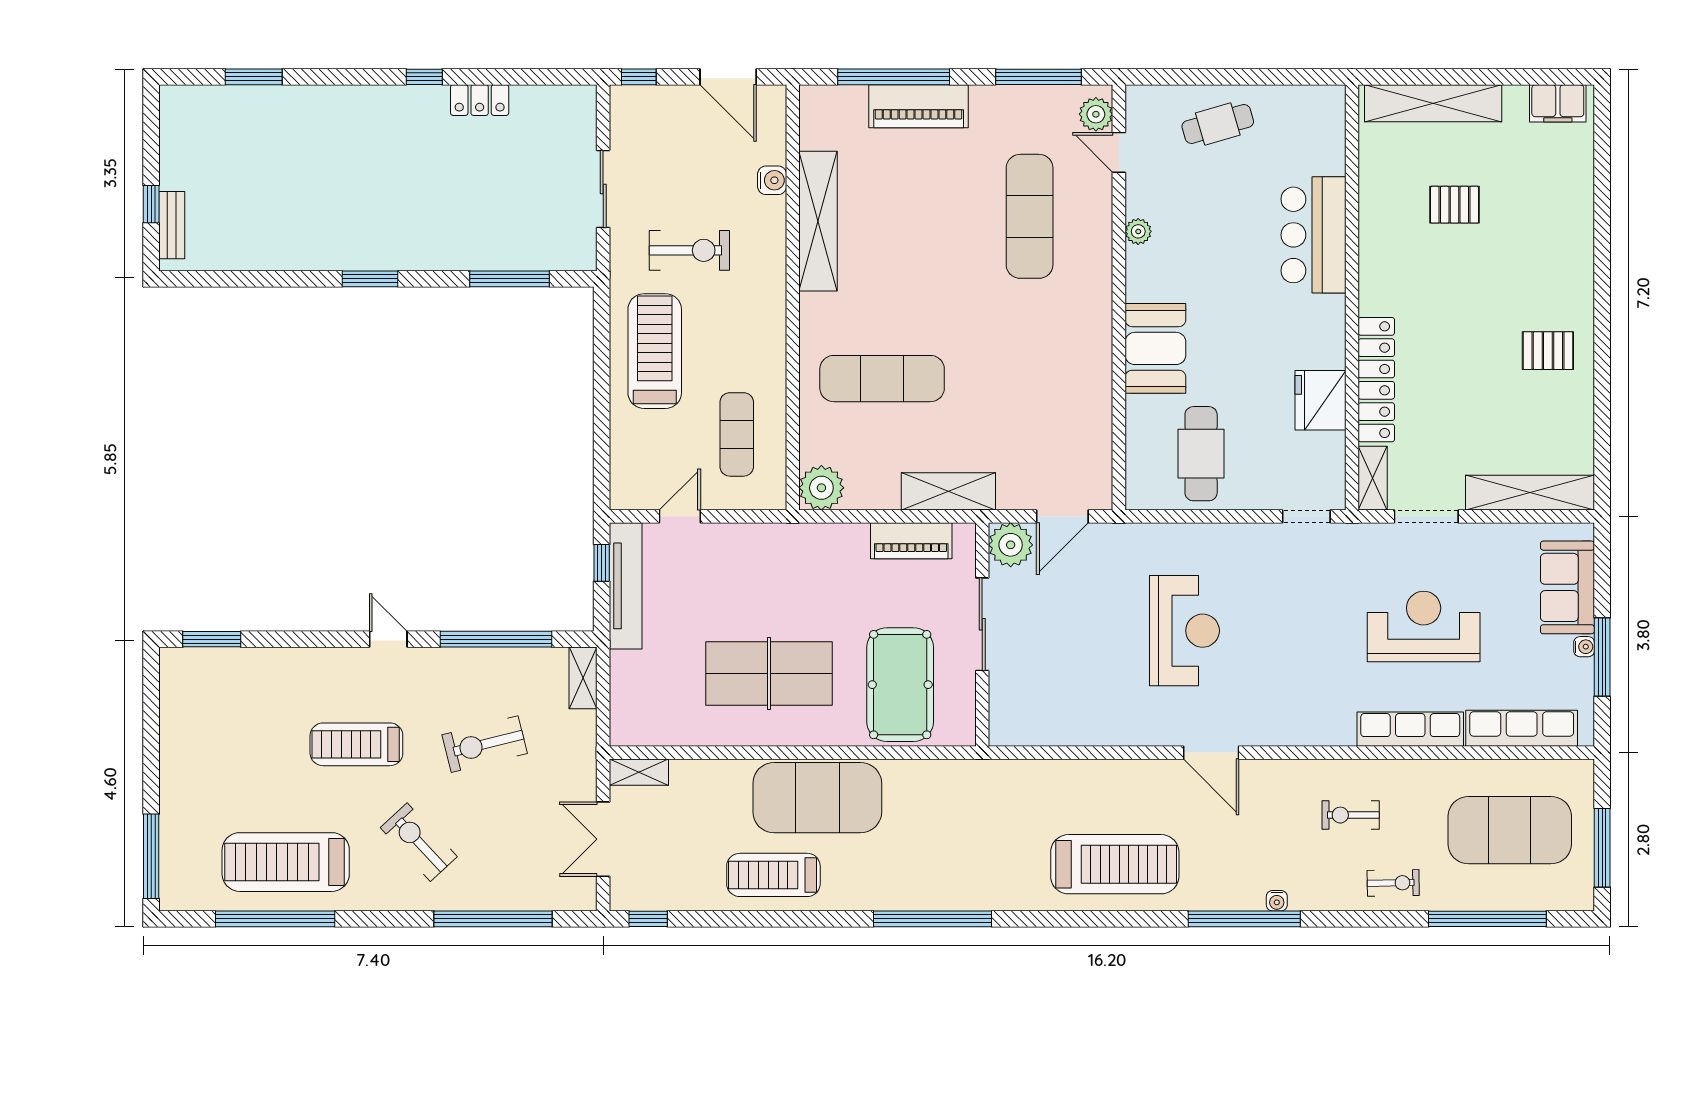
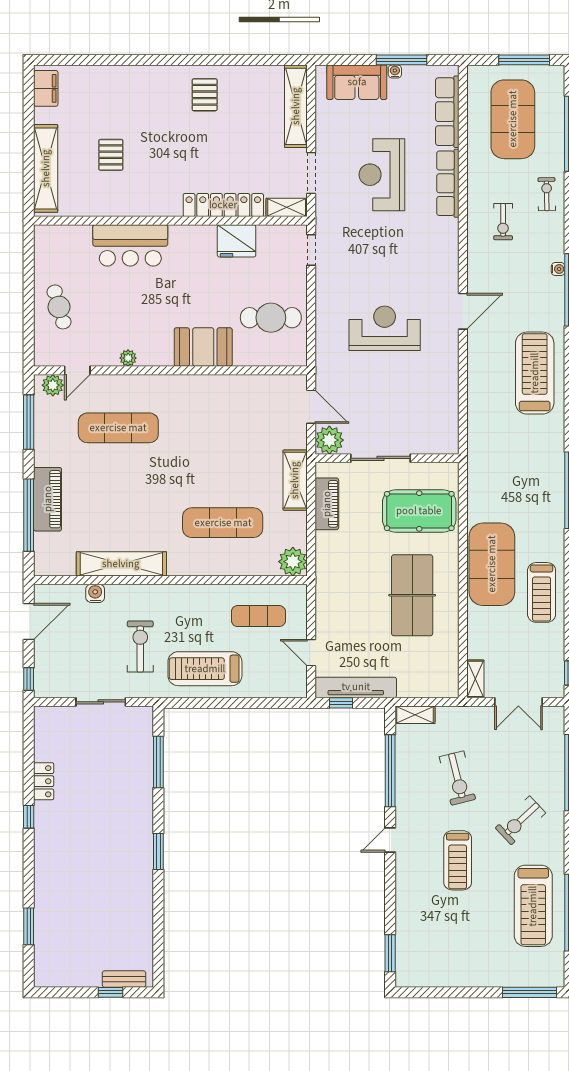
exercise mat: (882, 379) -> (223, 523), turned 90

